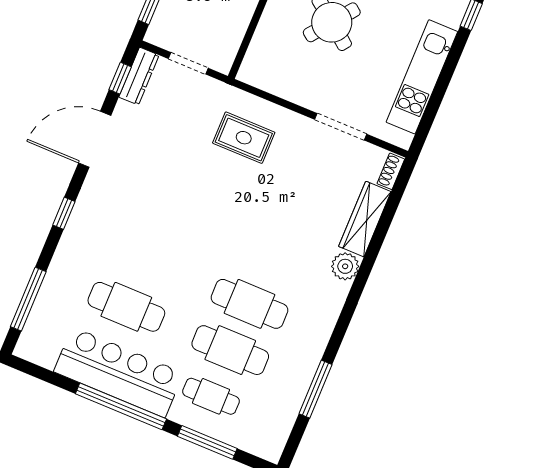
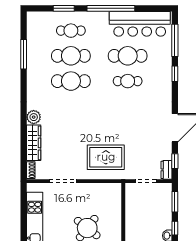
dresser: (139, 76) -> (166, 170), width x0.70
rug: (244, 138) -> (106, 157), width x1.36, depth x1.43
window: (64, 213) -> (175, 74), moved
cafe table: (146, 261) -> (128, 81), added
bar counter: (119, 372) -> (140, 24), moved
window: (207, 442) -> (64, 8), width x0.69

